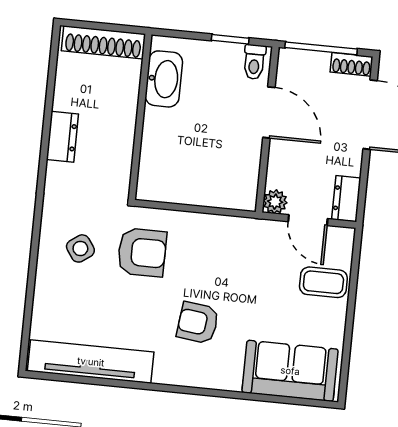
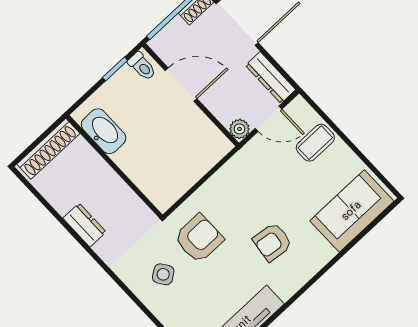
dresser: (346, 199) -> (271, 78), width x1.44

